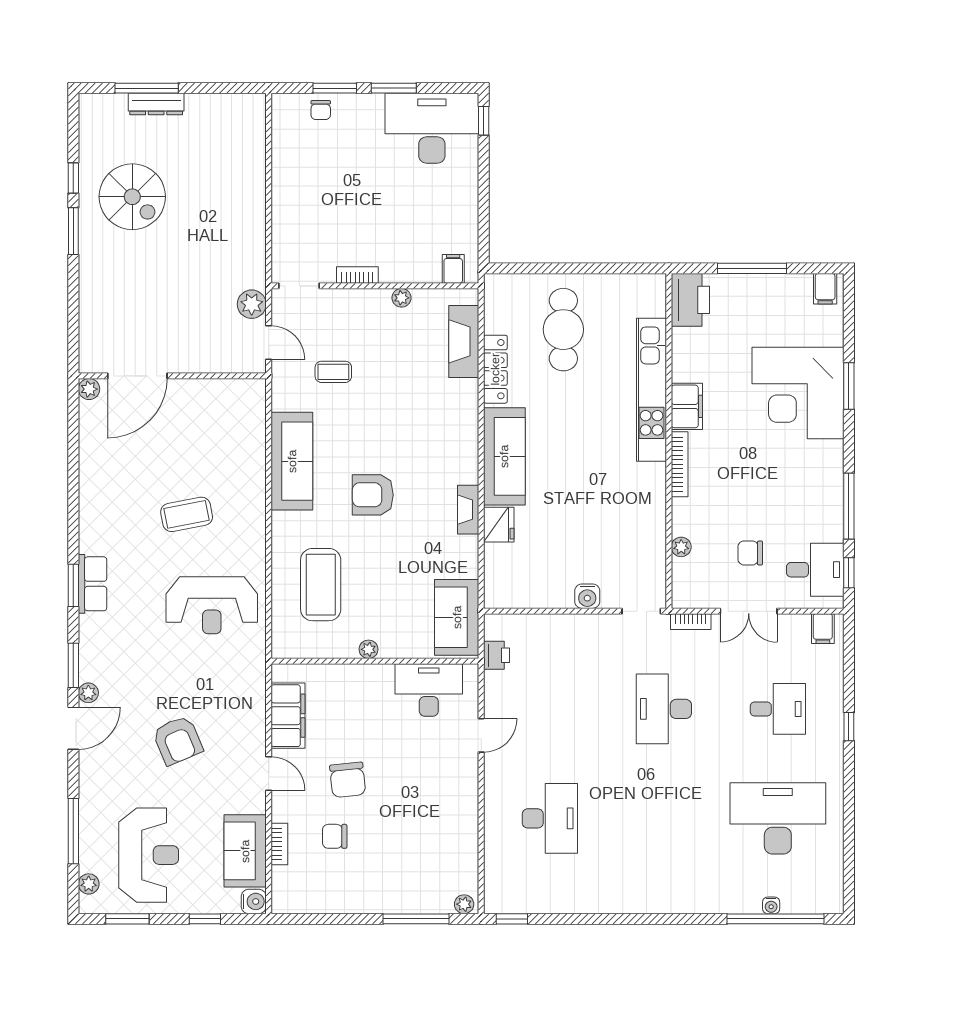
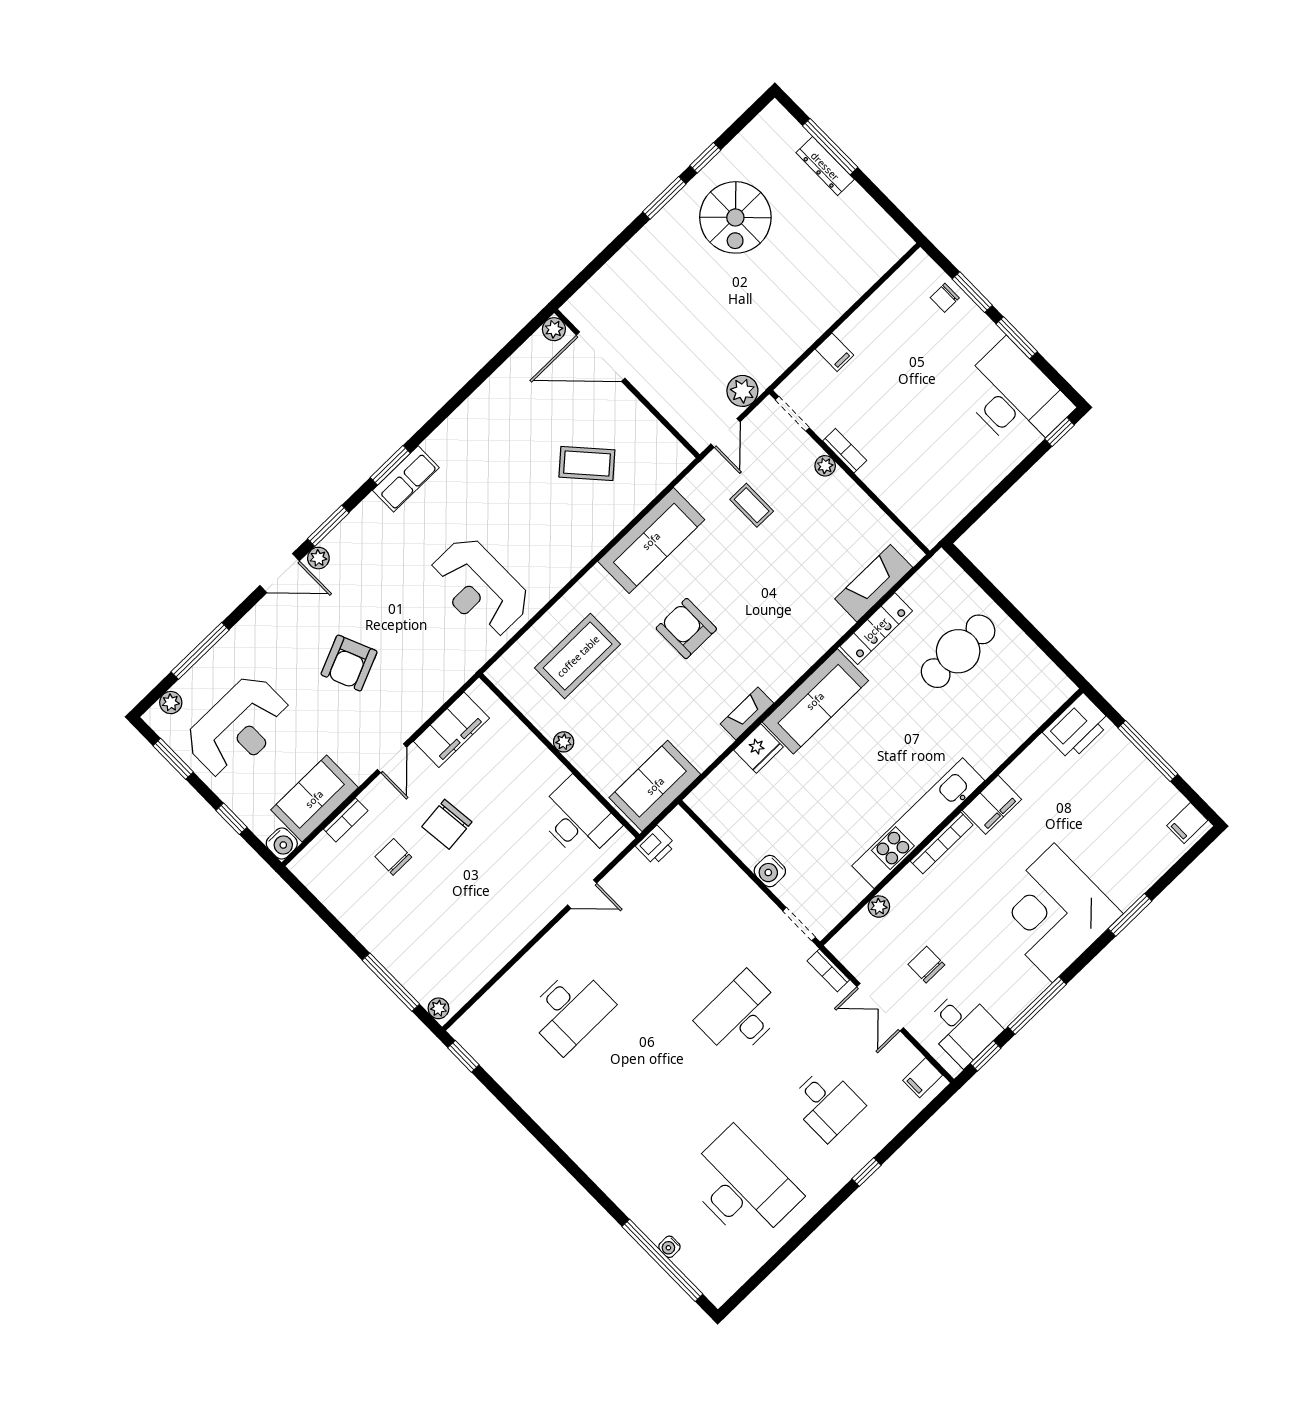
filing cabinet: (453, 269) -> (834, 352), moved, turned 90
plant: (402, 298) -> (825, 466), moved
kitchen unit: (652, 390) -> (918, 823), moved
corner desk: (798, 393) -> (1053, 913), moved
coffee table: (187, 514) -> (587, 463), moved, turned -31

